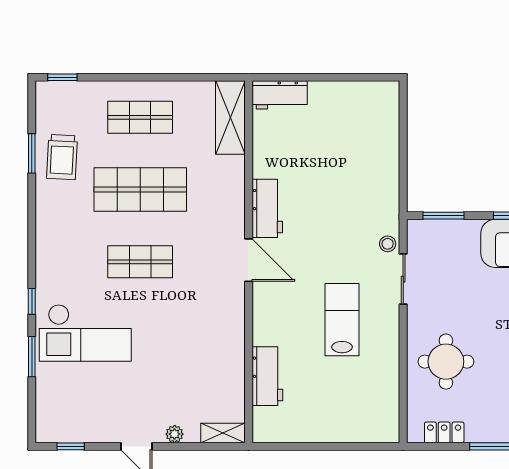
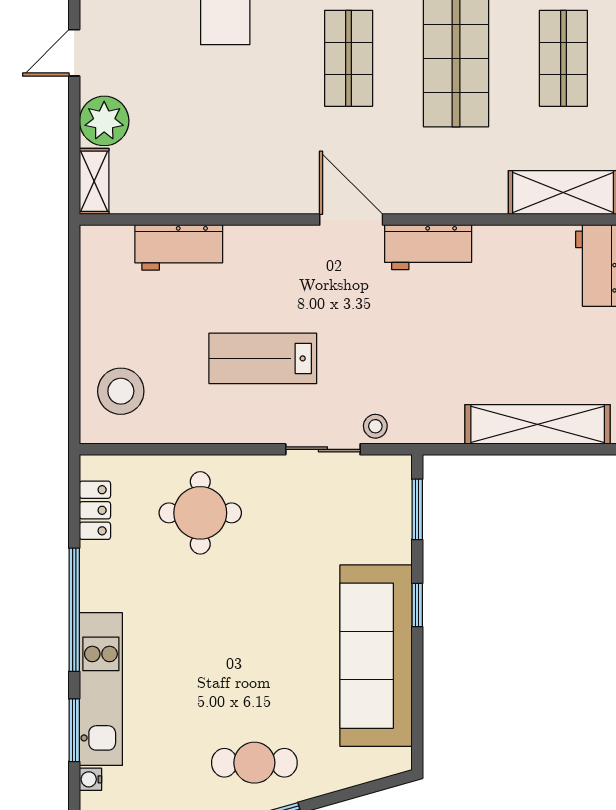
shelving: (386, 135) -> (538, 424), added
door: (249, 260) -> (351, 220), swing flipped
lab bench: (342, 320) -> (263, 358), turned 180
stool: (364, 415) -> (121, 391), added
plant: (175, 434) -> (104, 121), width x1.88, depth x1.88

